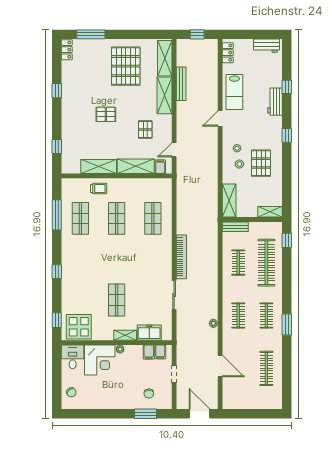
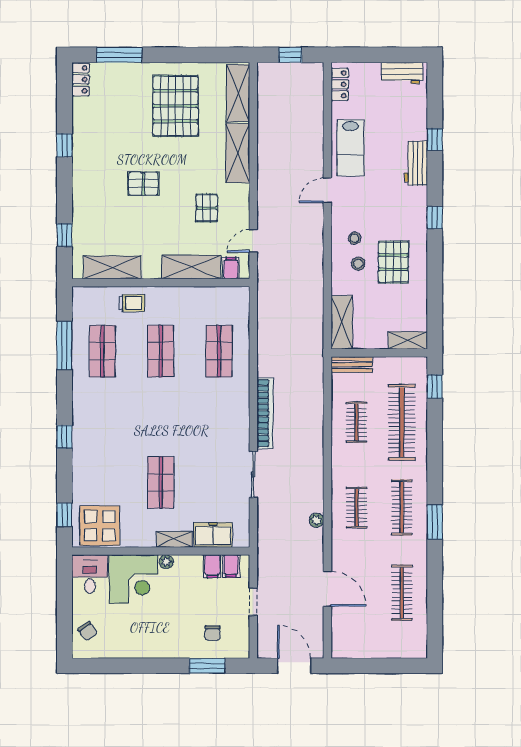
bench: (181, 84) -> (265, 134), removed
shelving: (99, 166) -> (112, 267), moved
clothes rail: (266, 316) -> (402, 508), width x1.36

